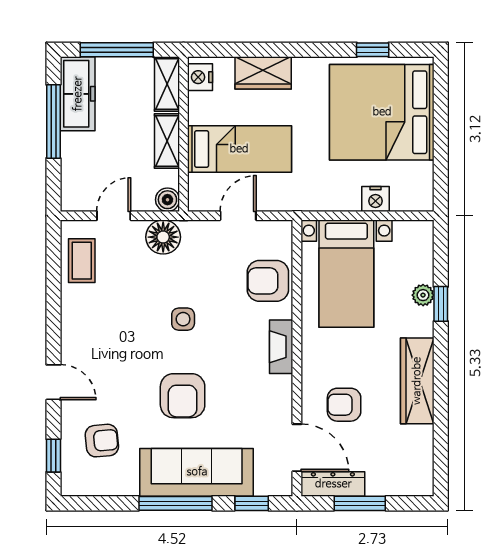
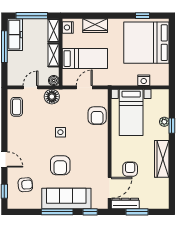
armchair: (268, 281) -> (97, 116), turned -90
fireplace: (281, 347) -> (103, 144), removed
armchair: (344, 405) -> (130, 169), turned 90
door: (297, 448) -> (110, 188), hinge flipped

